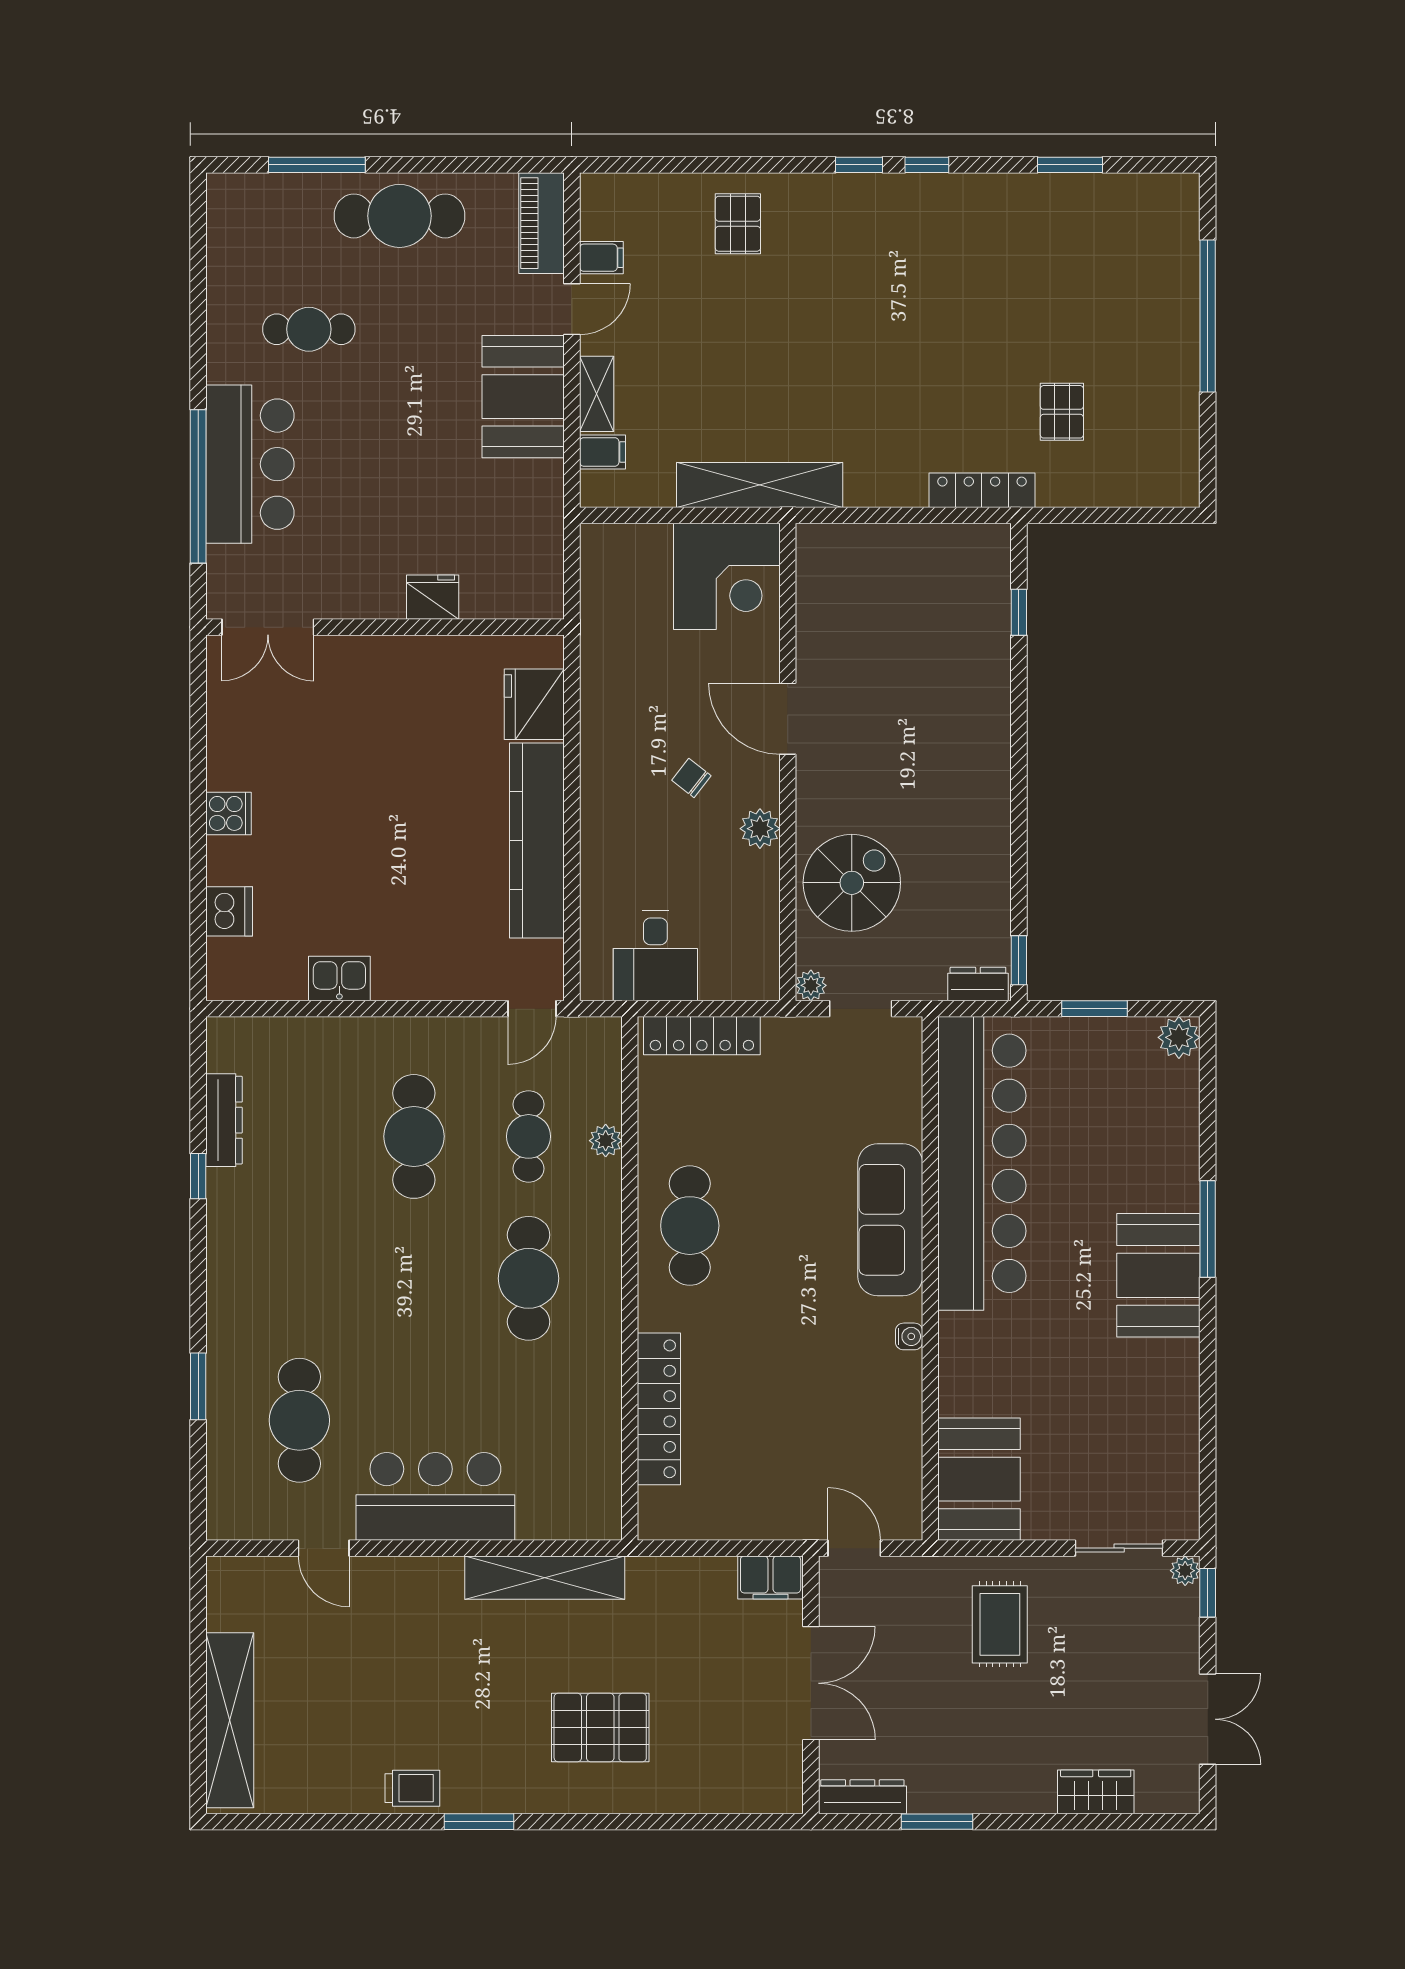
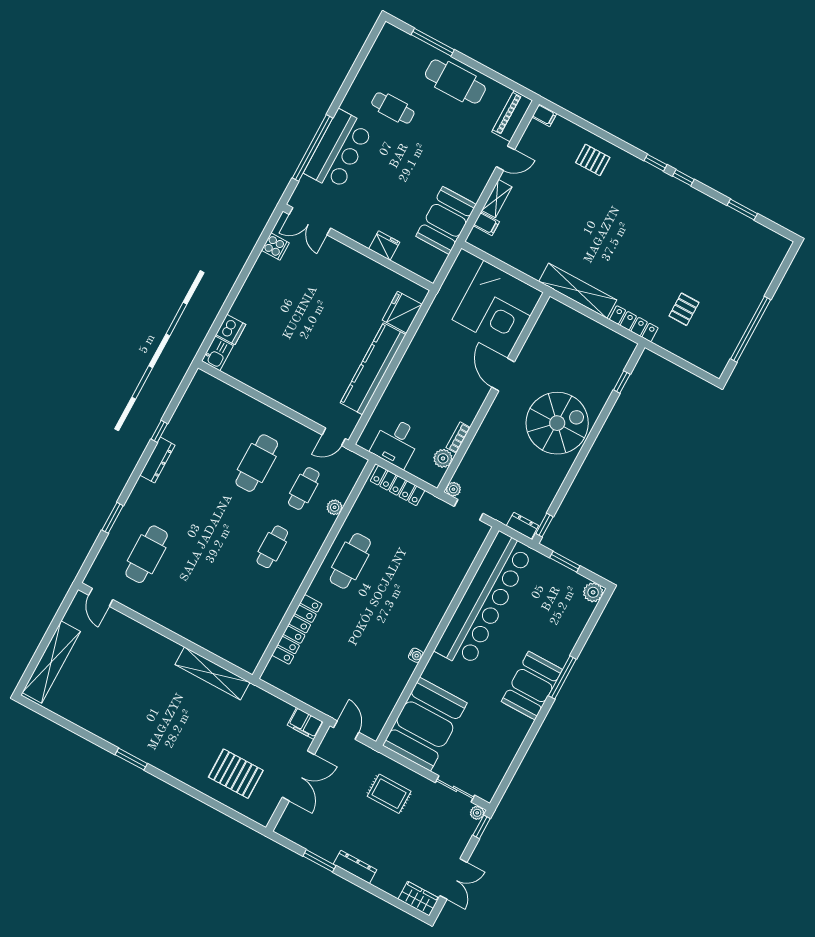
pallet: (738, 224) -> (593, 160), turned 90
filing cabinet: (601, 258) -> (544, 115), moved
window: (1208, 316) -> (751, 329), moved
booth: (523, 397) -> (446, 220), moved
shelving: (760, 485) -> (578, 291), moved
corner desk: (727, 576) -> (498, 306), width x1.36, depth x1.36
chair: (691, 778) -> (450, 377), removed
cooker: (228, 813) -> (275, 247), moved
plant: (760, 829) -> (443, 458), moved
bookcase: (767, 883) -> (458, 438), added
spiral stairs: (852, 883) -> (557, 423), moved, width x1.37, depth x1.37
kitchen sink: (339, 979) -> (217, 353), moved, turned 90
dresser: (224, 1120) -> (157, 460), moved
sofa: (890, 1220) -> (434, 603), removed
cafe table: (529, 1278) -> (272, 547), width x0.73, depth x0.74
booth: (979, 1479) -> (425, 724), width x1.36, depth x1.42
bar counter: (435, 1496) -> (186, 616), removed
door: (324, 1548) -> (101, 597), moved
rug: (1000, 1624) -> (389, 794), turned 90
pallet: (600, 1727) -> (236, 774), moved
trolley: (412, 1788) -> (111, 731), removed
wardrobe: (1096, 1792) -> (418, 899), moved
dresser: (862, 1797) -> (355, 867), moved

